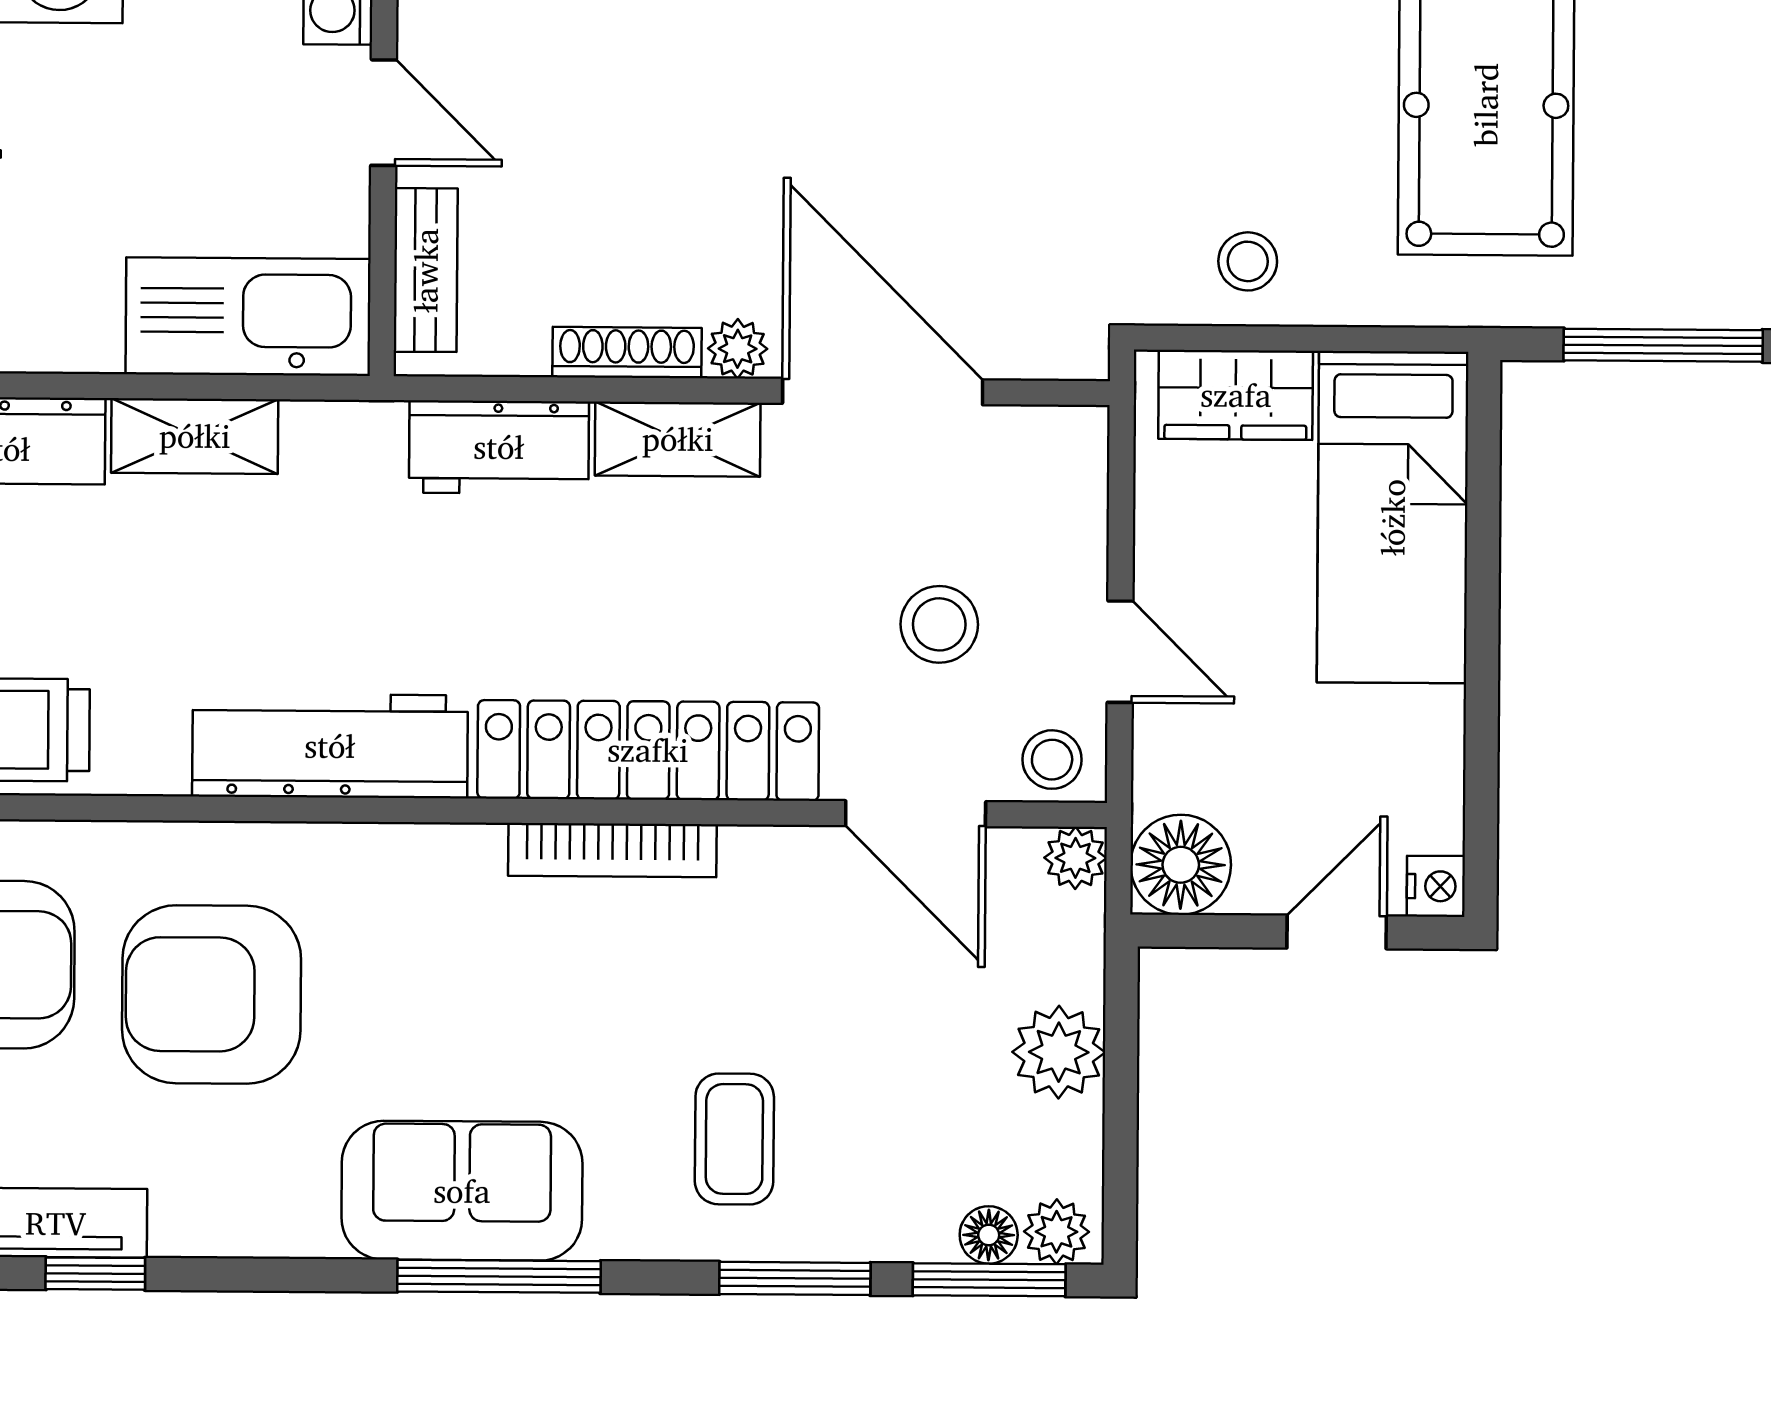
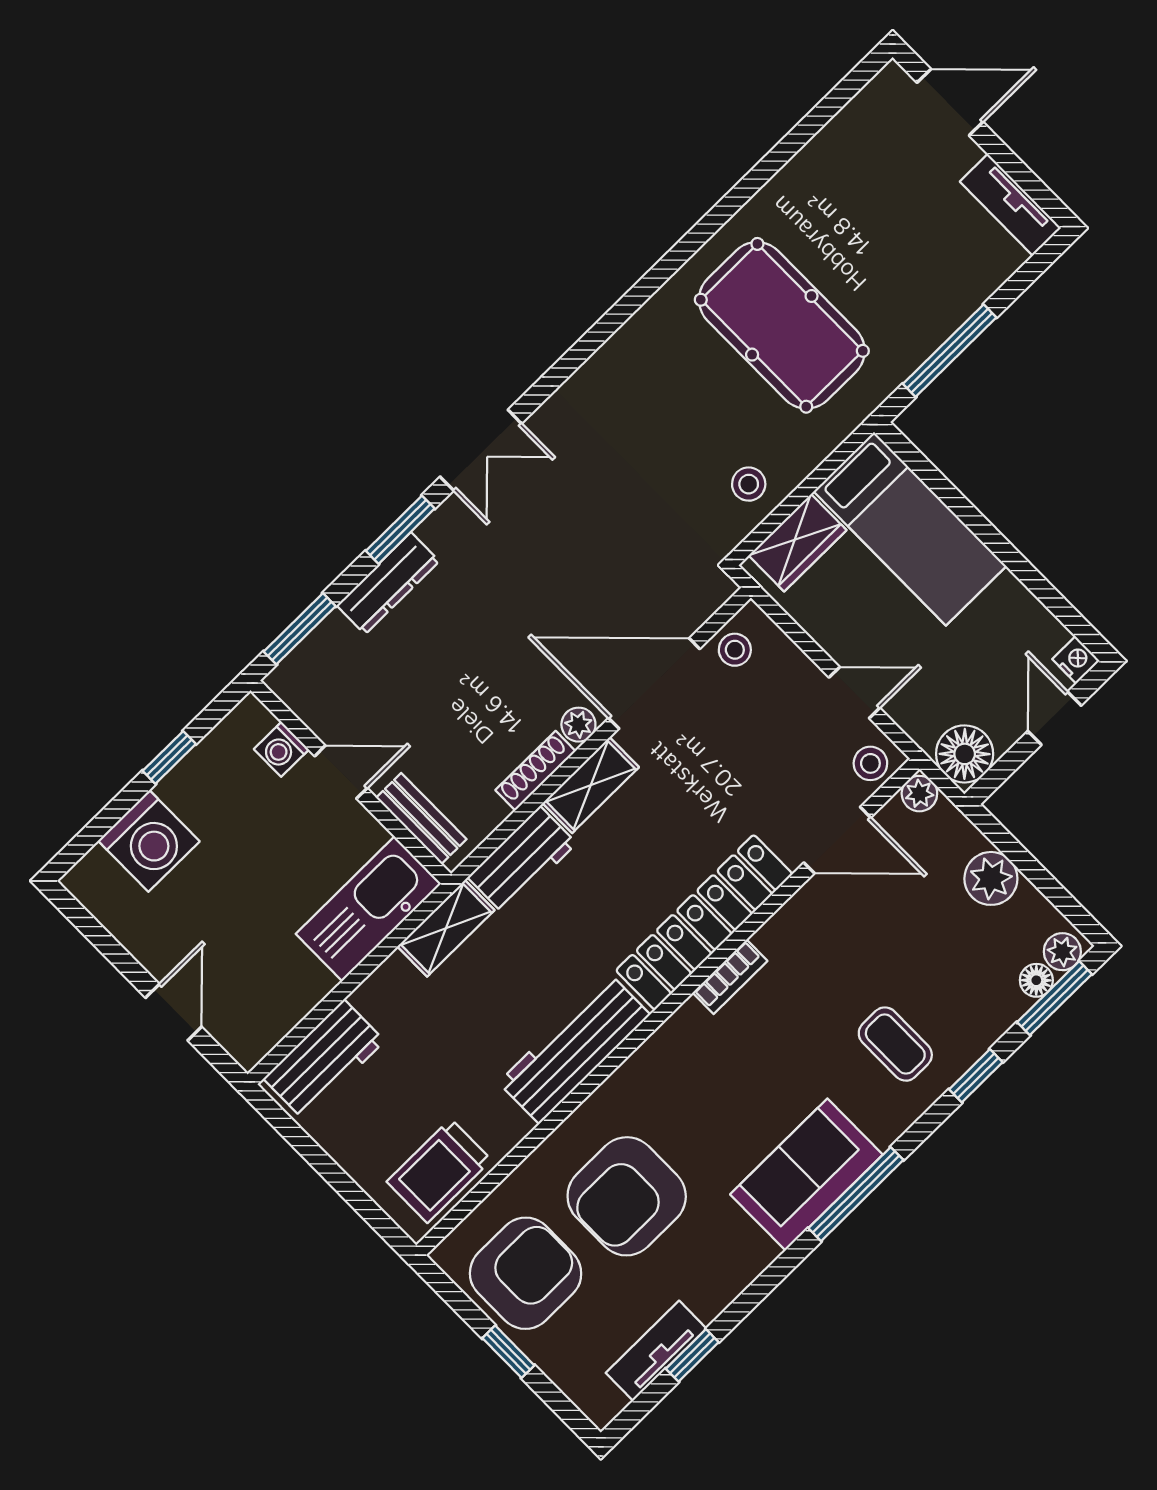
shelving: (195, 436) -> (446, 928), moved
stool: (939, 624) -> (735, 650), moved, width x0.73, depth x0.73
bookcase: (612, 850) -> (730, 977), width x0.64
window: (795, 1278) -> (976, 1076), width x0.67

